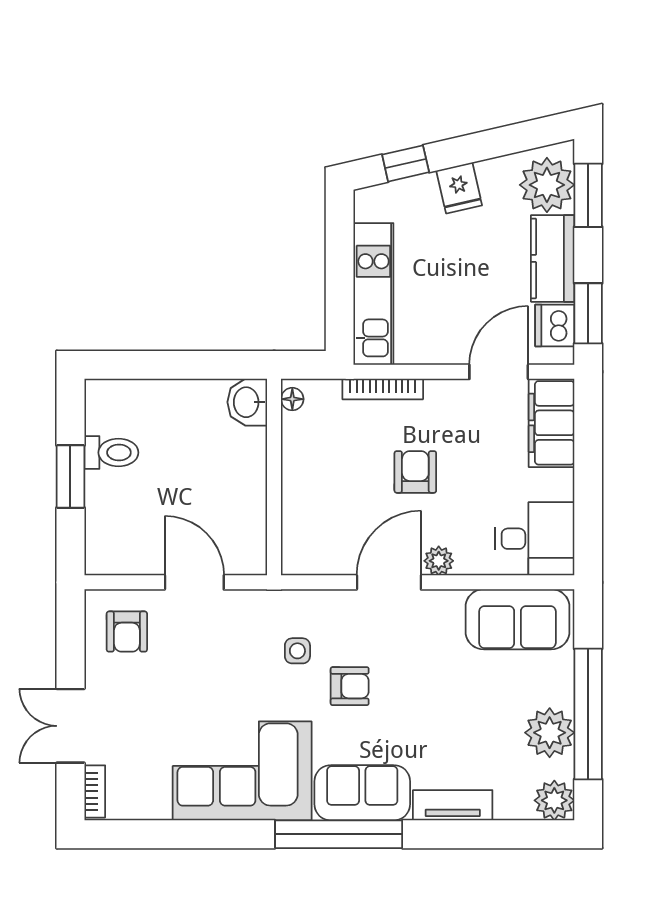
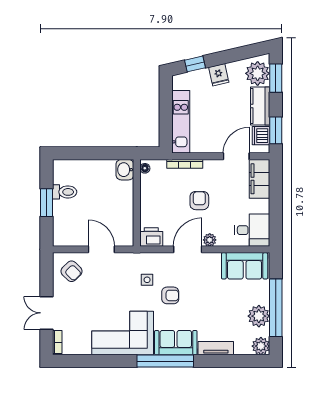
printer: (307, 554) -> (151, 237), added
armchair: (127, 632) -> (72, 271), turned -45

